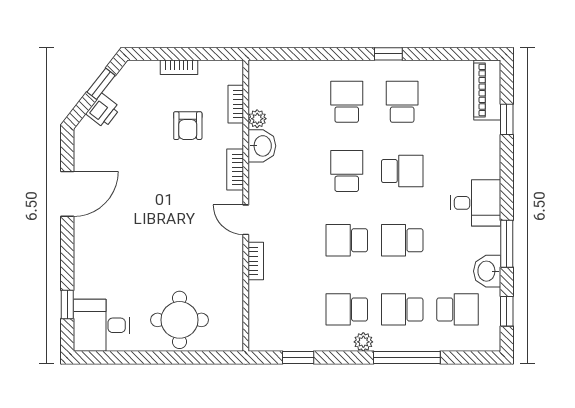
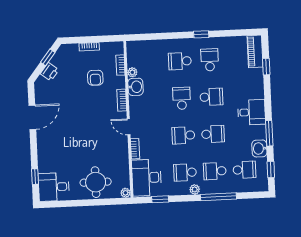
school desk: (347, 102) -> (180, 61), turned -90
school desk: (402, 240) -> (213, 134), turned 180
desk: (275, 316) -> (147, 178), added
plant: (234, 342) -> (125, 193), added

